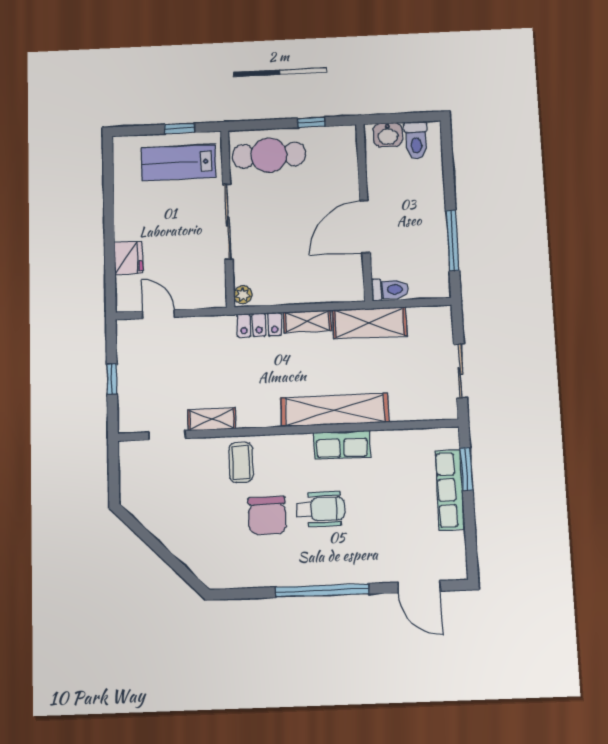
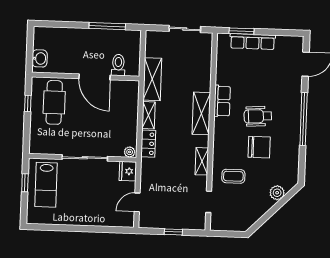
toilet: (416, 140) -> (44, 42), removed
cafe table: (269, 155) -> (54, 102), moved
fridge: (128, 258) -> (128, 171), moved, turned -90
toilet: (390, 290) -> (118, 65), moved
shelving: (335, 410) -> (201, 113), width x0.68
shelving: (212, 419) -> (202, 161), moved
coffee table: (241, 462) -> (233, 176), moved
wheelchair: (321, 509) -> (258, 116), turned -94
plant: (190, 553) -> (277, 193), added

